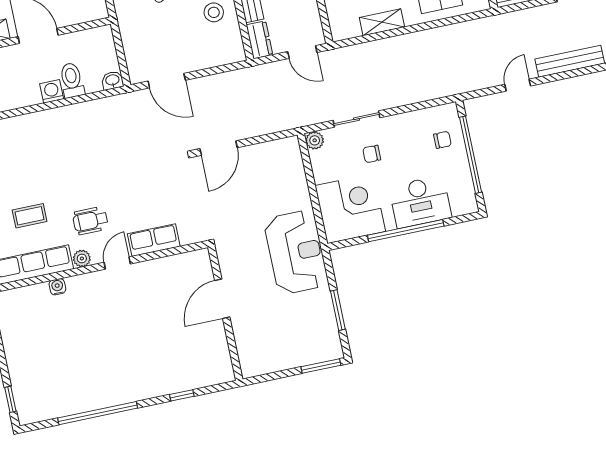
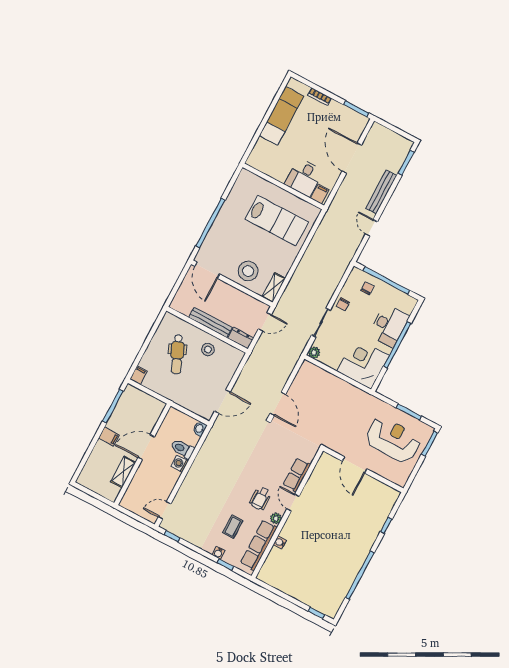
shelving: (382, 22) -> (274, 288), moved
chair: (372, 154) -> (343, 304), moved
reception desk: (295, 252) -> (393, 440), moved

